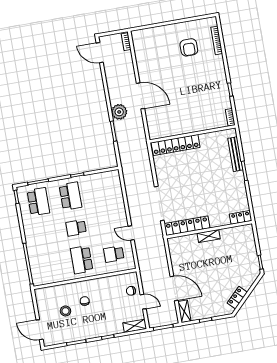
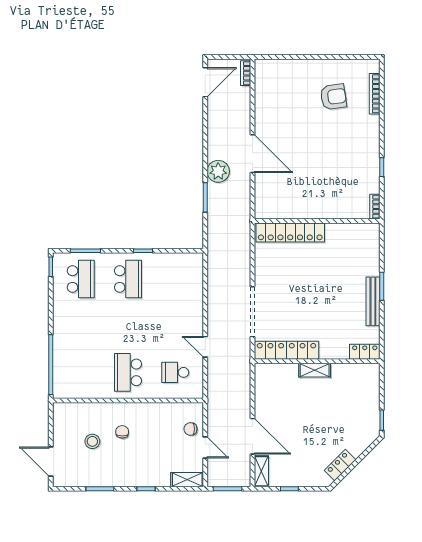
armchair: (189, 47) -> (333, 97), turned -98
door: (100, 53) -> (205, 82), swing flipped
bench: (235, 154) -> (373, 301), moved
school desk: (76, 228) -> (128, 326), removed

